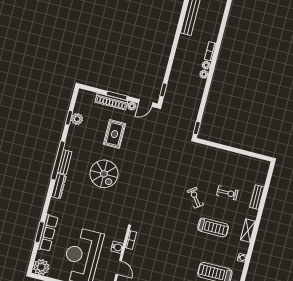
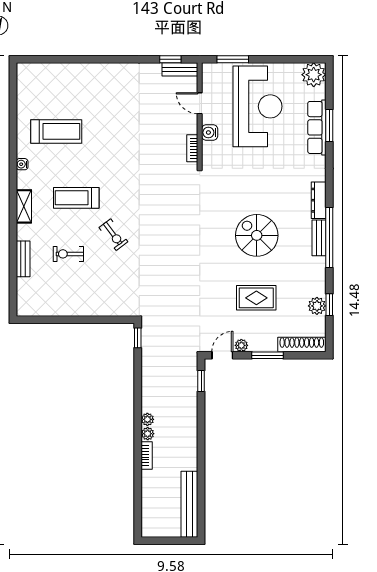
shoe rack: (111, 101) -> (302, 344), moved
rug: (114, 134) -> (256, 298), turned 90

